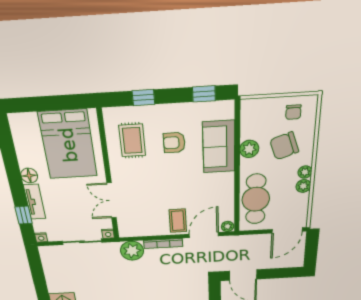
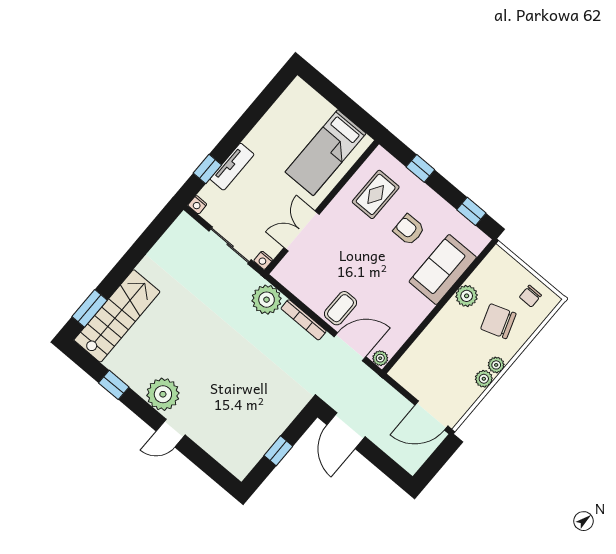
bed: (68, 145) -> (326, 153), width x0.67
floor lamp: (29, 176) -> (255, 140), removed
cafe table: (256, 199) -> (431, 353), removed

